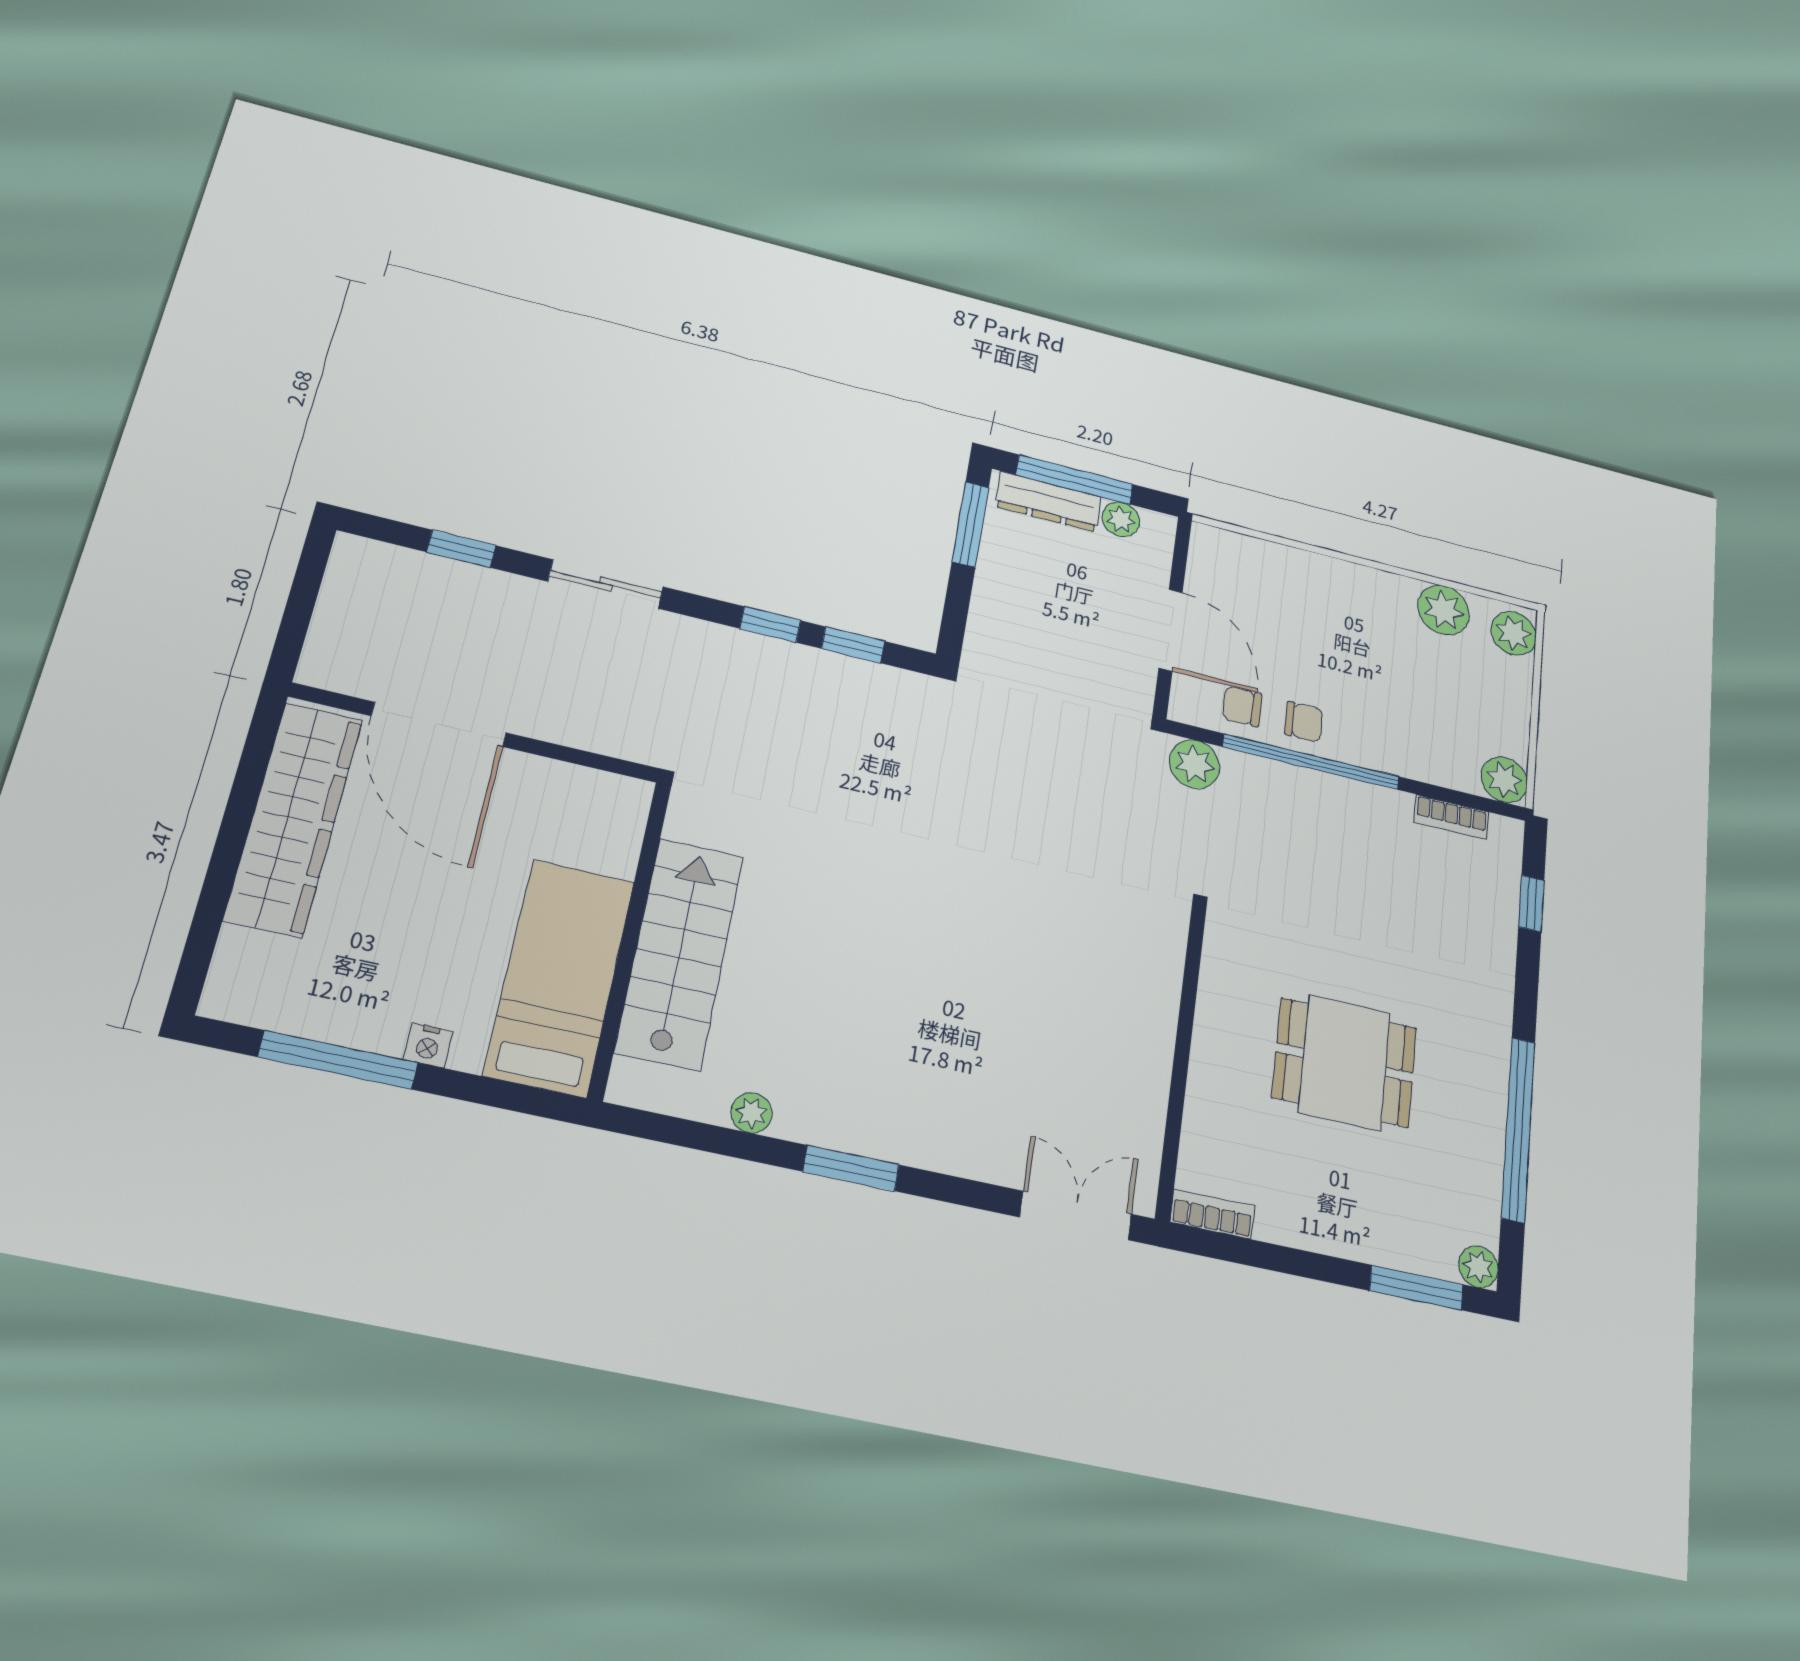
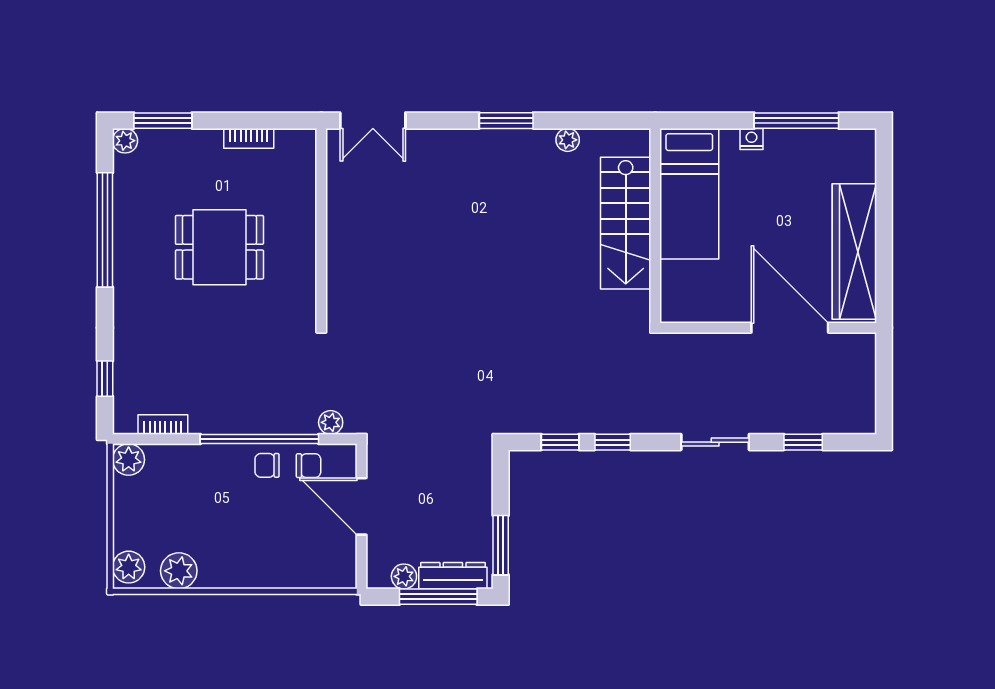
plant: (1195, 764) -> (331, 422), width x0.73, depth x0.73
bookcase: (1212, 1214) -> (249, 138), moved

